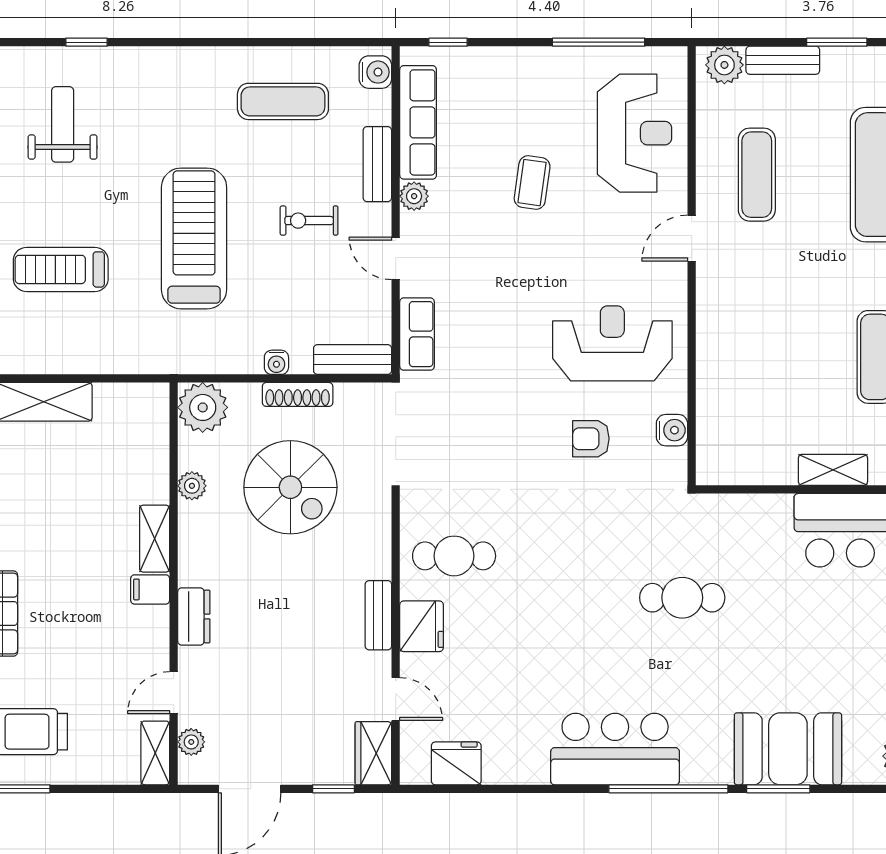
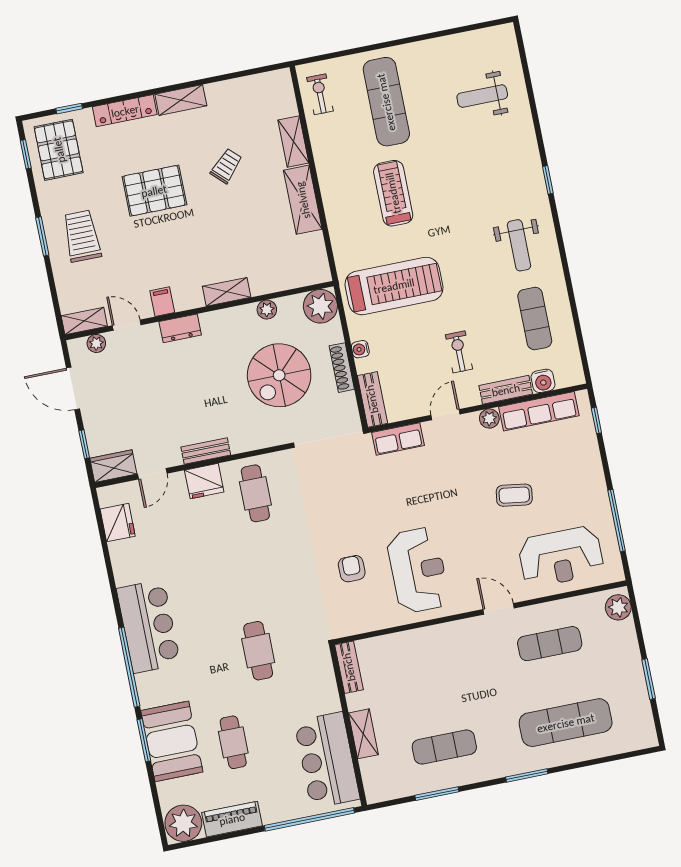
bench: (783, 60) -> (349, 667), moved
water cooler: (375, 72) -> (543, 381), moved
weight bench: (63, 124) -> (519, 245), moved, turned 90
treadmill: (194, 238) -> (394, 286), moved
water cooler: (672, 430) -> (368, 621), removed
filing cabinet: (150, 589) -> (162, 302), moved
cafe table: (807, 660) -> (233, 742), added

